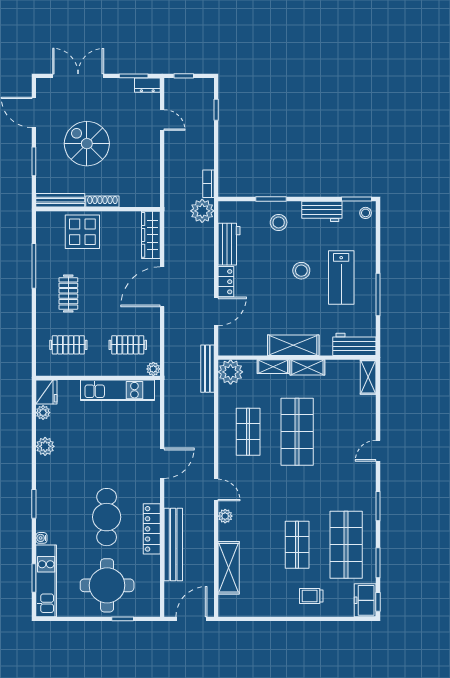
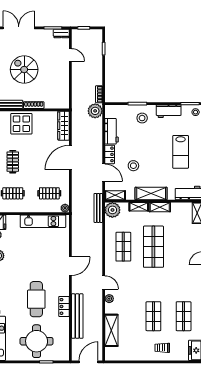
stool: (301, 271) -> (133, 166), moved
door: (216, 311) -> (104, 173), hinge flipped
shelving: (235, 348) -> (115, 195), added
locker: (152, 529) -> (64, 306), width x0.66
shop shelf: (346, 545) -> (184, 316), width x0.70, depth x0.74

